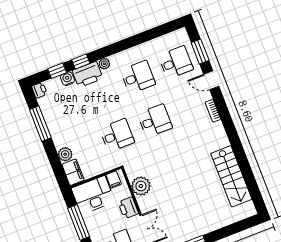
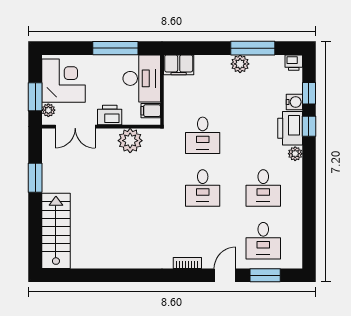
plant: (65, 154) -> (240, 64), moved
stairs: (231, 176) -> (56, 231), moved, turned 90

